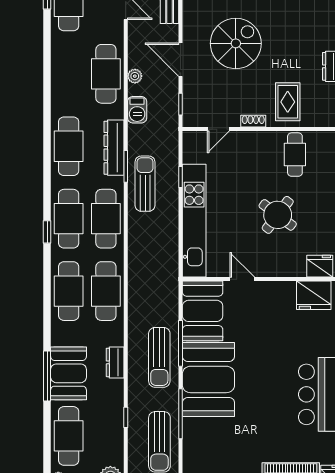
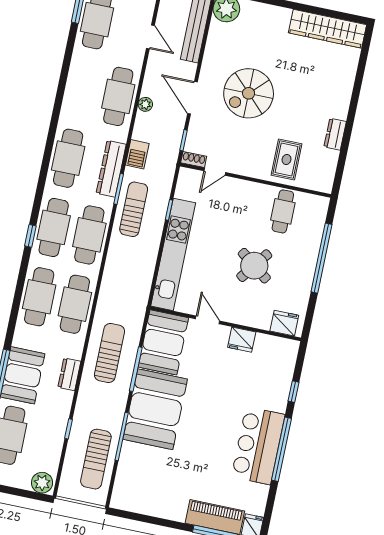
spiral stairs: (236, 43) -> (249, 93), turned 180
barbecue: (137, 110) -> (137, 154), moved
shoe rack: (253, 121) -> (194, 159), moved
fridge: (314, 295) -> (242, 340), moved, width x0.73, depth x0.75
sun lounger: (159, 357) -> (109, 353), moved, turned 180

